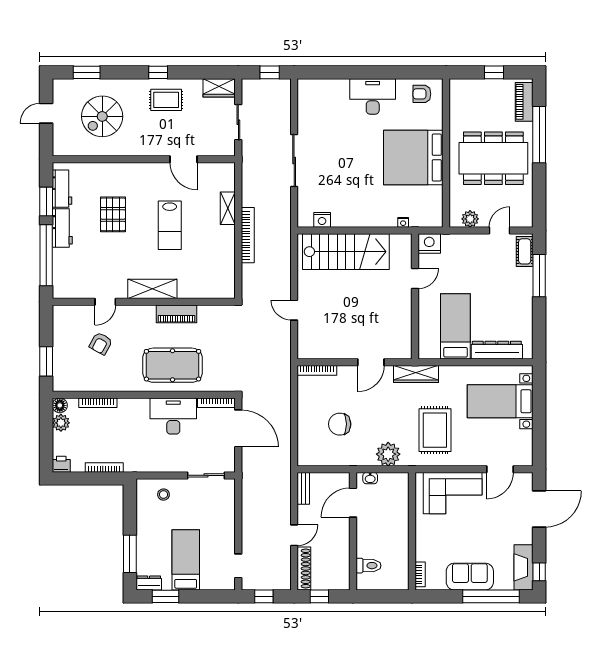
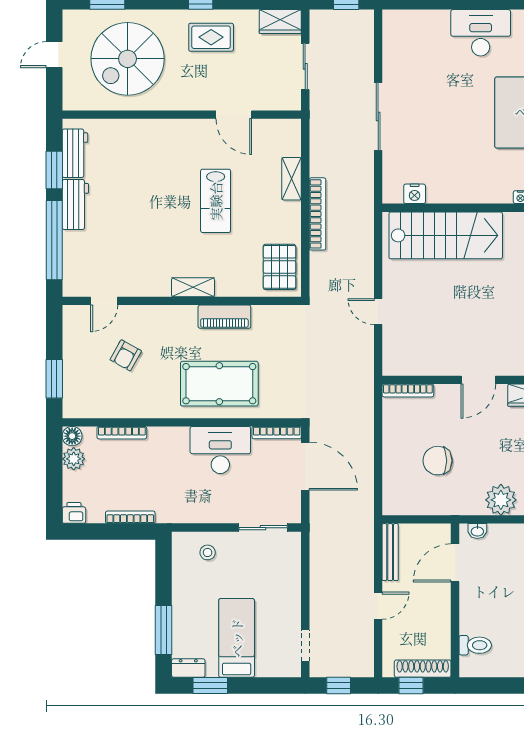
spiral stairs: (102, 116) -> (128, 59), width x1.37, depth x1.37
pallet: (113, 214) -> (279, 267), moved
shelving: (152, 289) -> (193, 287), width x0.67, depth x0.75
door: (105, 302) -> (104, 301), moved
bench: (303, 488) -> (390, 552), width x1.36
shoe rack: (304, 569) -> (423, 669), moved, turned -90

